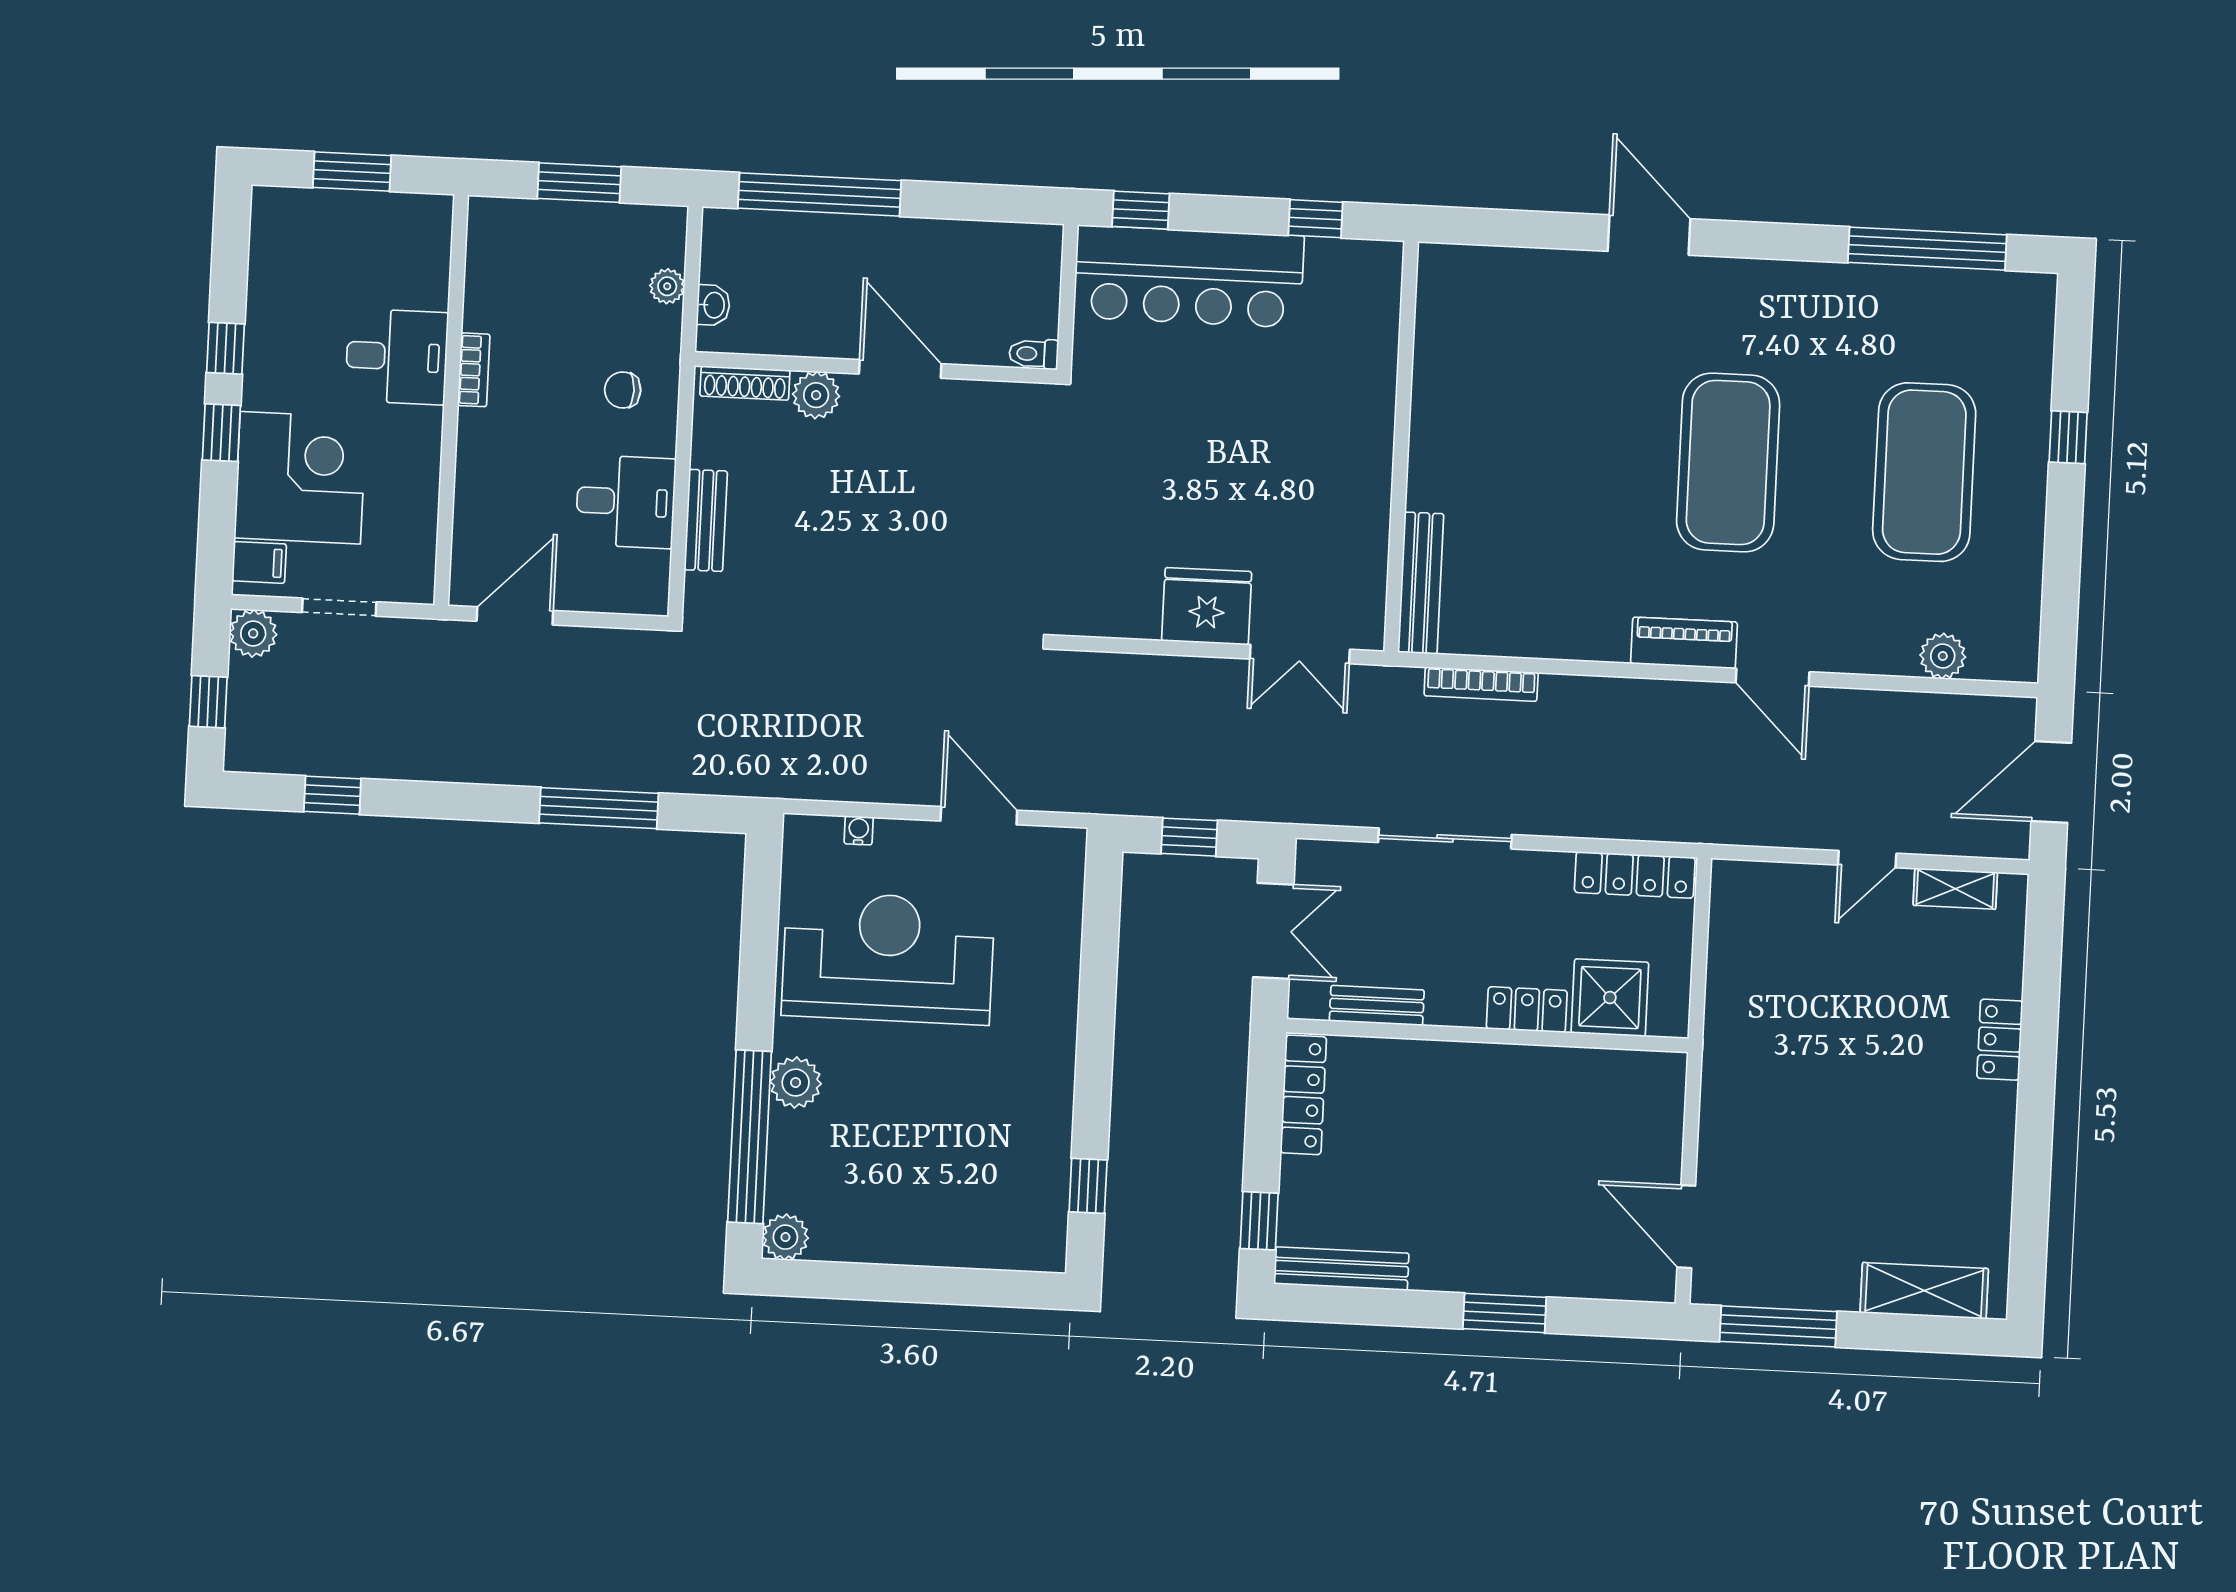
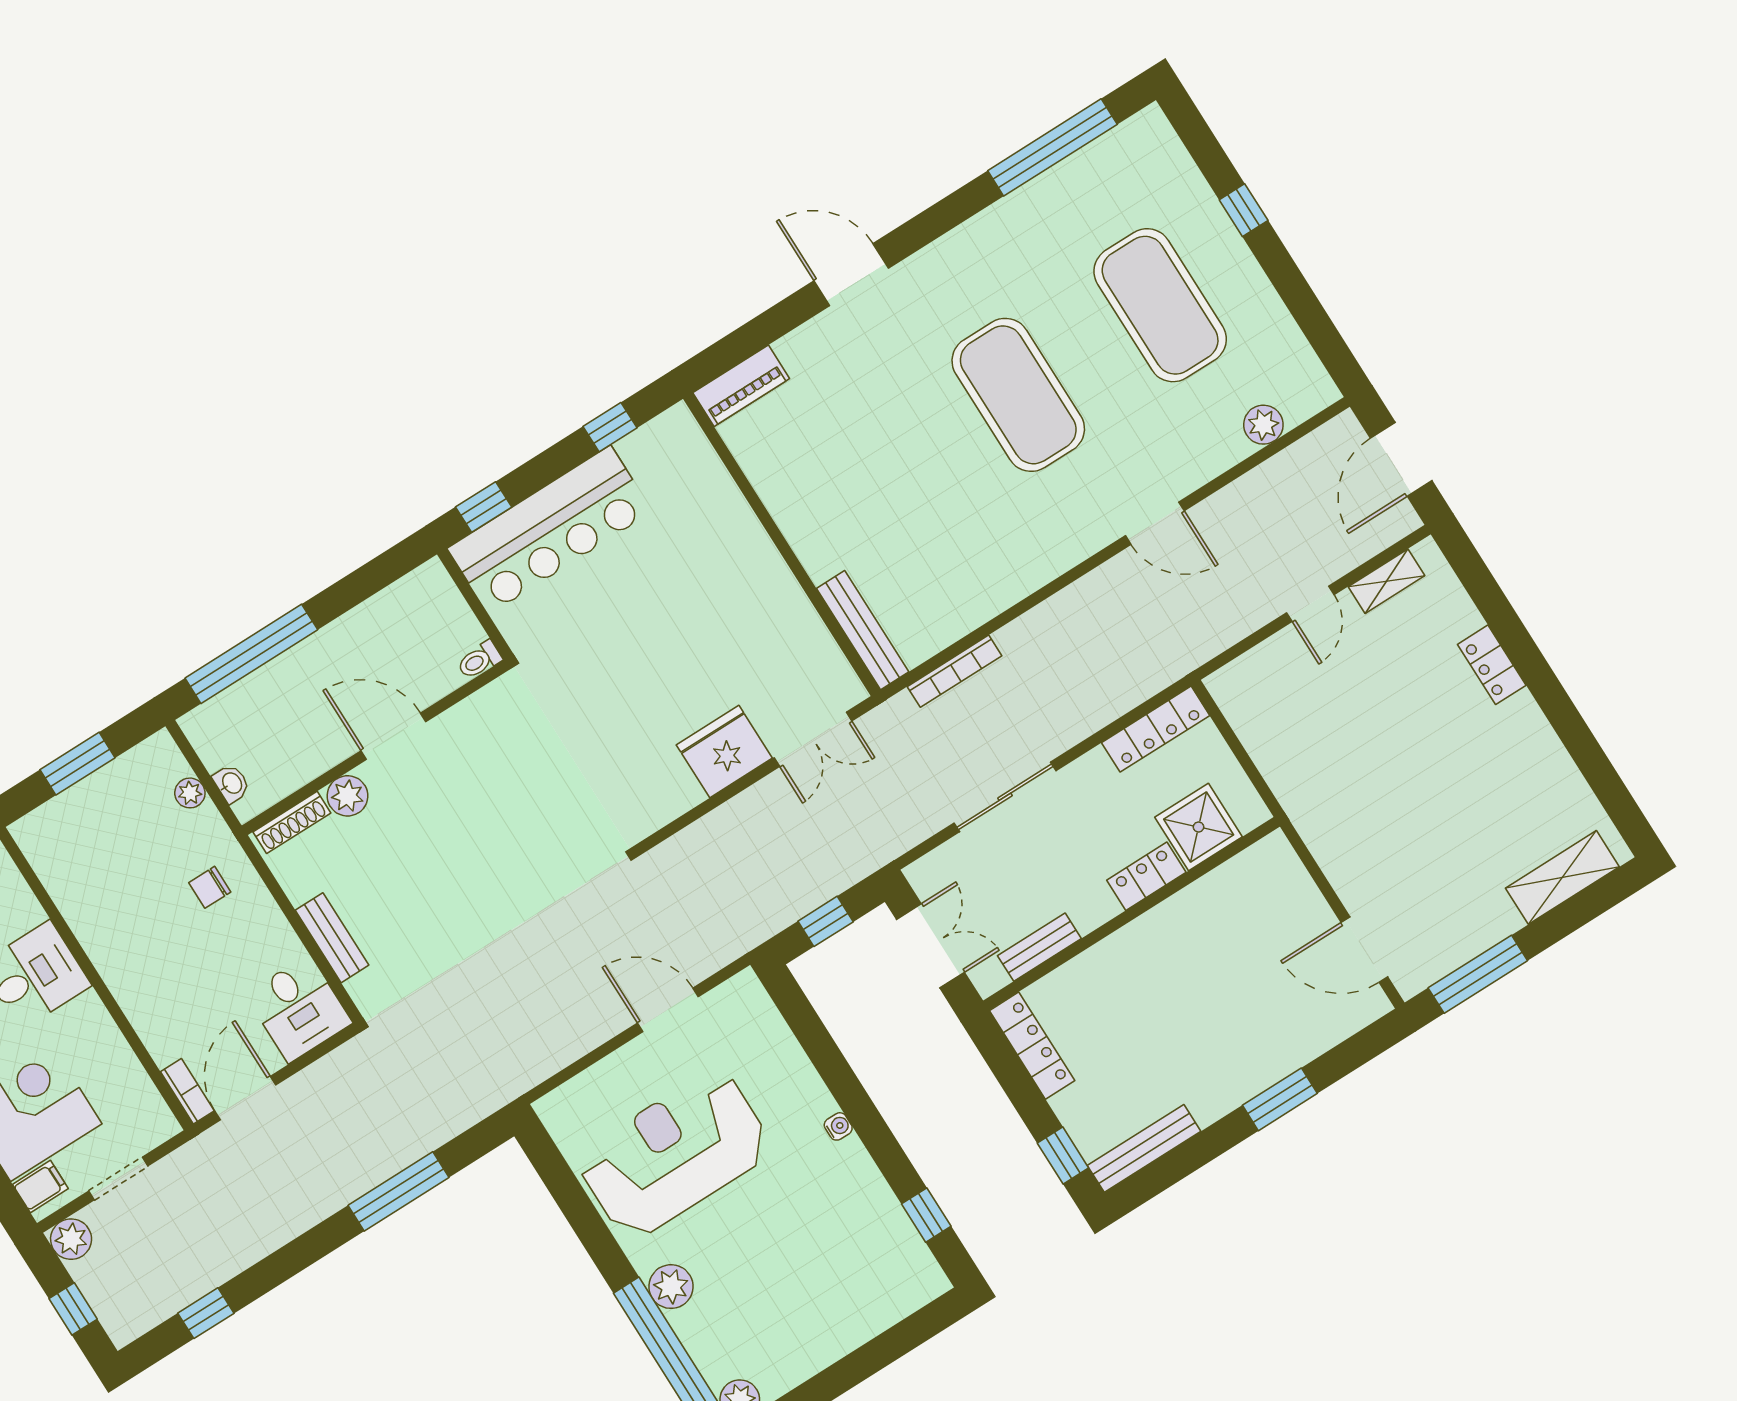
bookcase: (474, 370) -> (187, 1091), moved
desk: (626, 502) -> (299, 1009), moved, turned 90
piano: (1684, 643) -> (741, 386), moved, turned 180
water cooler: (859, 830) -> (838, 1126), moved, turned 90

